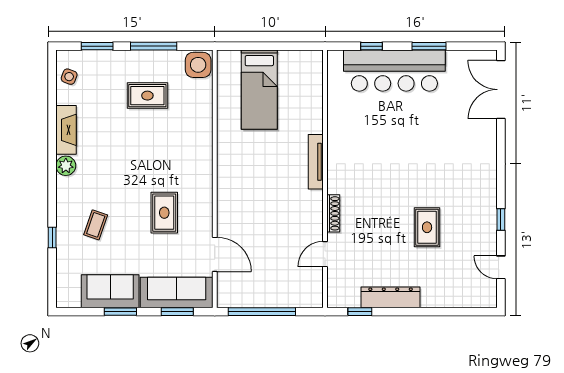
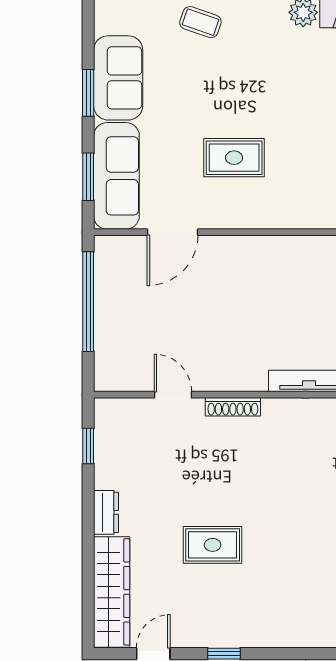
coffee table: (96, 225) -> (200, 22), moved
wardrobe: (459, 296) -> (112, 592), added
dresser: (391, 297) -> (106, 512), width x0.51, depth x0.80

